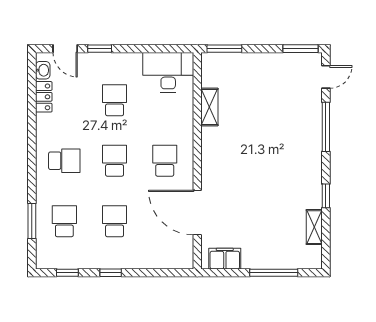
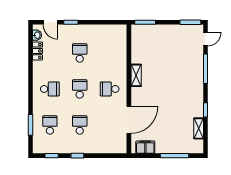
desk: (168, 72) -> (112, 36), removed
shelving: (209, 107) -> (136, 75), moved
school desk: (165, 161) -> (110, 89), turned -90
door: (197, 213) -> (129, 120), swing flipped

